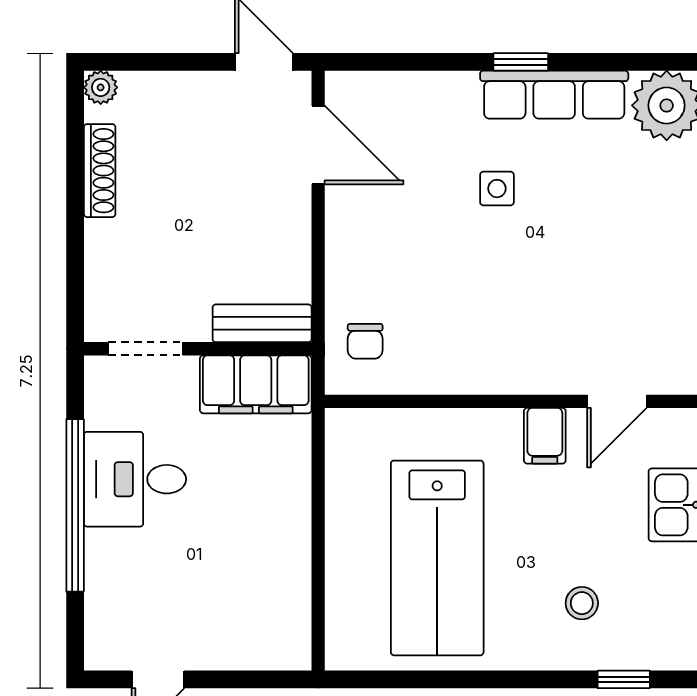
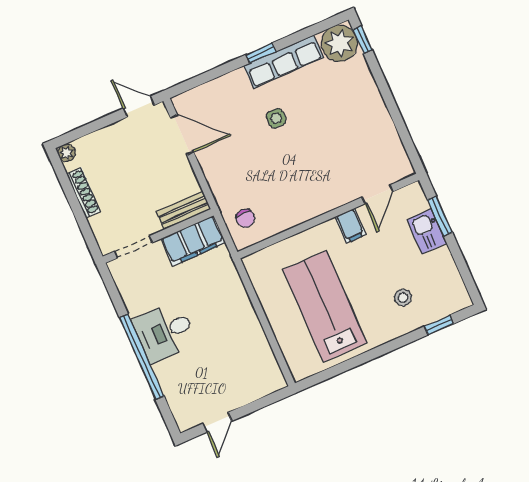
bench: (262, 323) -> (183, 210), moved
doorway: (145, 349) -> (133, 247), moved
wall: (198, 349) -> (158, 236), moved
filing cabinet: (256, 384) -> (193, 241), moved
lab bench: (437, 558) -> (325, 306), turned 180

